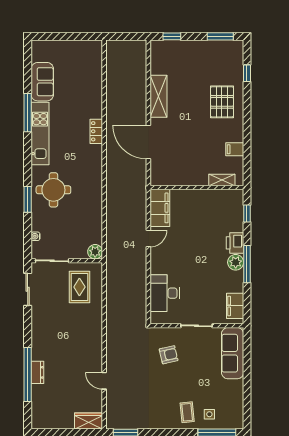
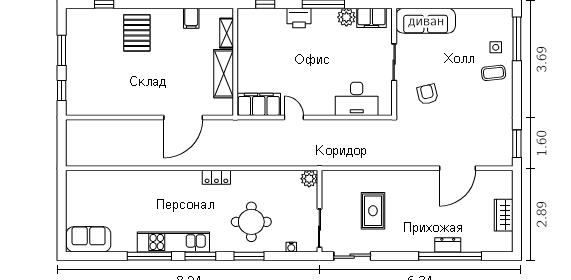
window: (220, 36) -> (62, 50), moved
sofa: (42, 82) -> (89, 239), moved
shelving: (158, 96) -> (224, 74), moved, turned 90
pallet: (222, 102) -> (137, 33), turned 90
locker: (96, 131) -> (216, 177), moved
window: (28, 157) -> (200, 256), added
round table: (53, 190) -> (251, 222), moved
plant: (236, 262) -> (346, 17), moved
rug: (79, 287) -> (373, 211), moved, turned 90
door: (104, 381) -> (457, 168), width x1.87
wardrobe: (89, 421) -> (504, 215), moved

